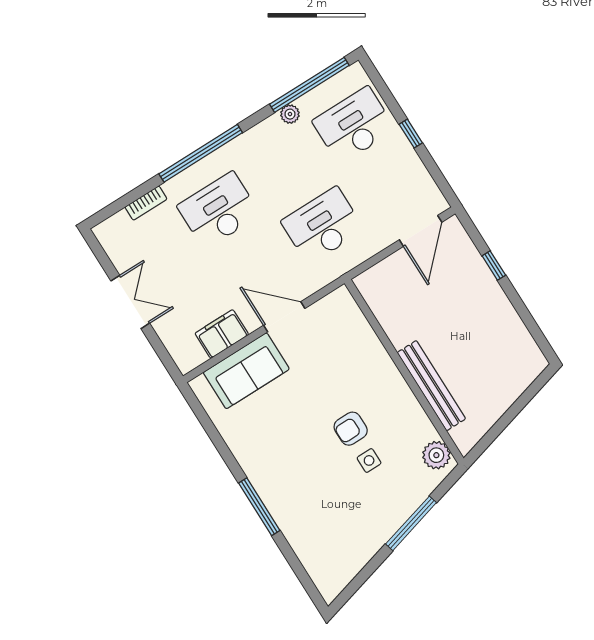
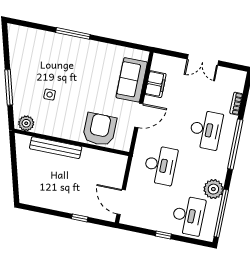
plant: (290, 114) -> (213, 189), width x1.88, depth x1.88
armchair: (351, 429) -> (100, 129), moved, width x1.88, depth x1.88

